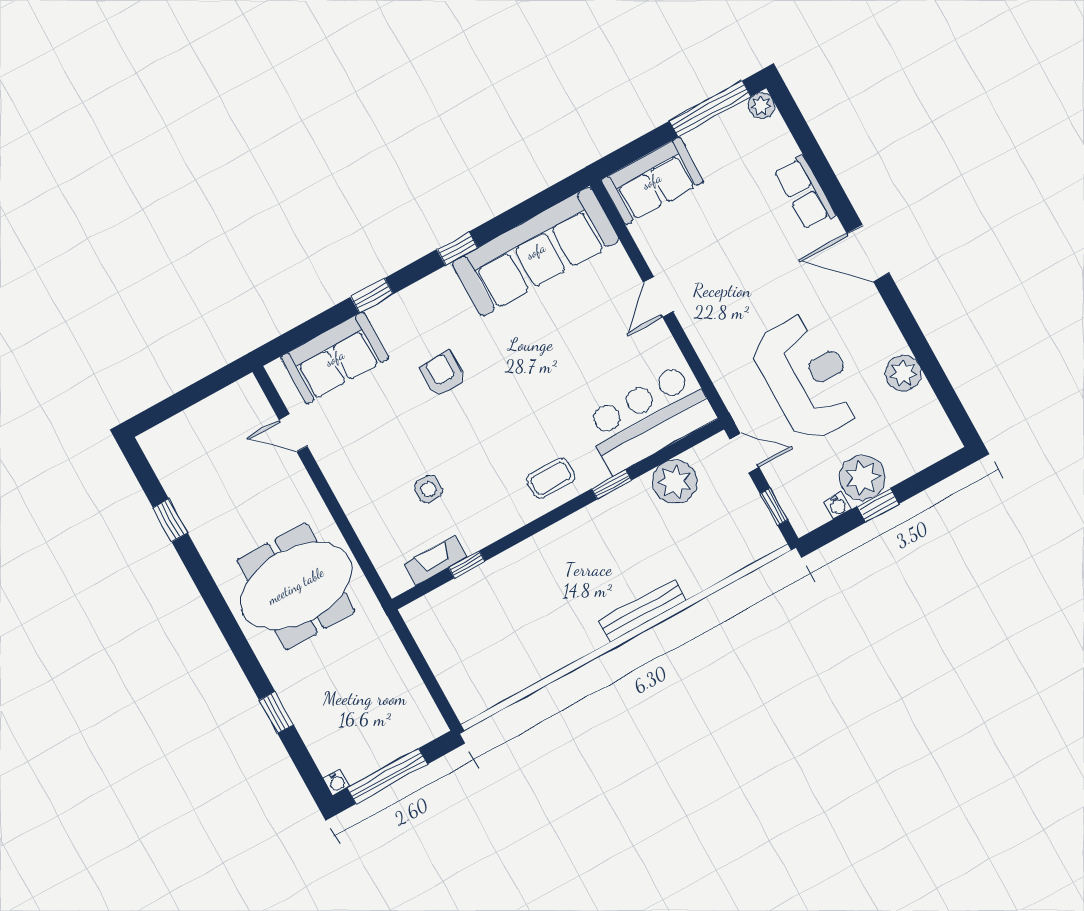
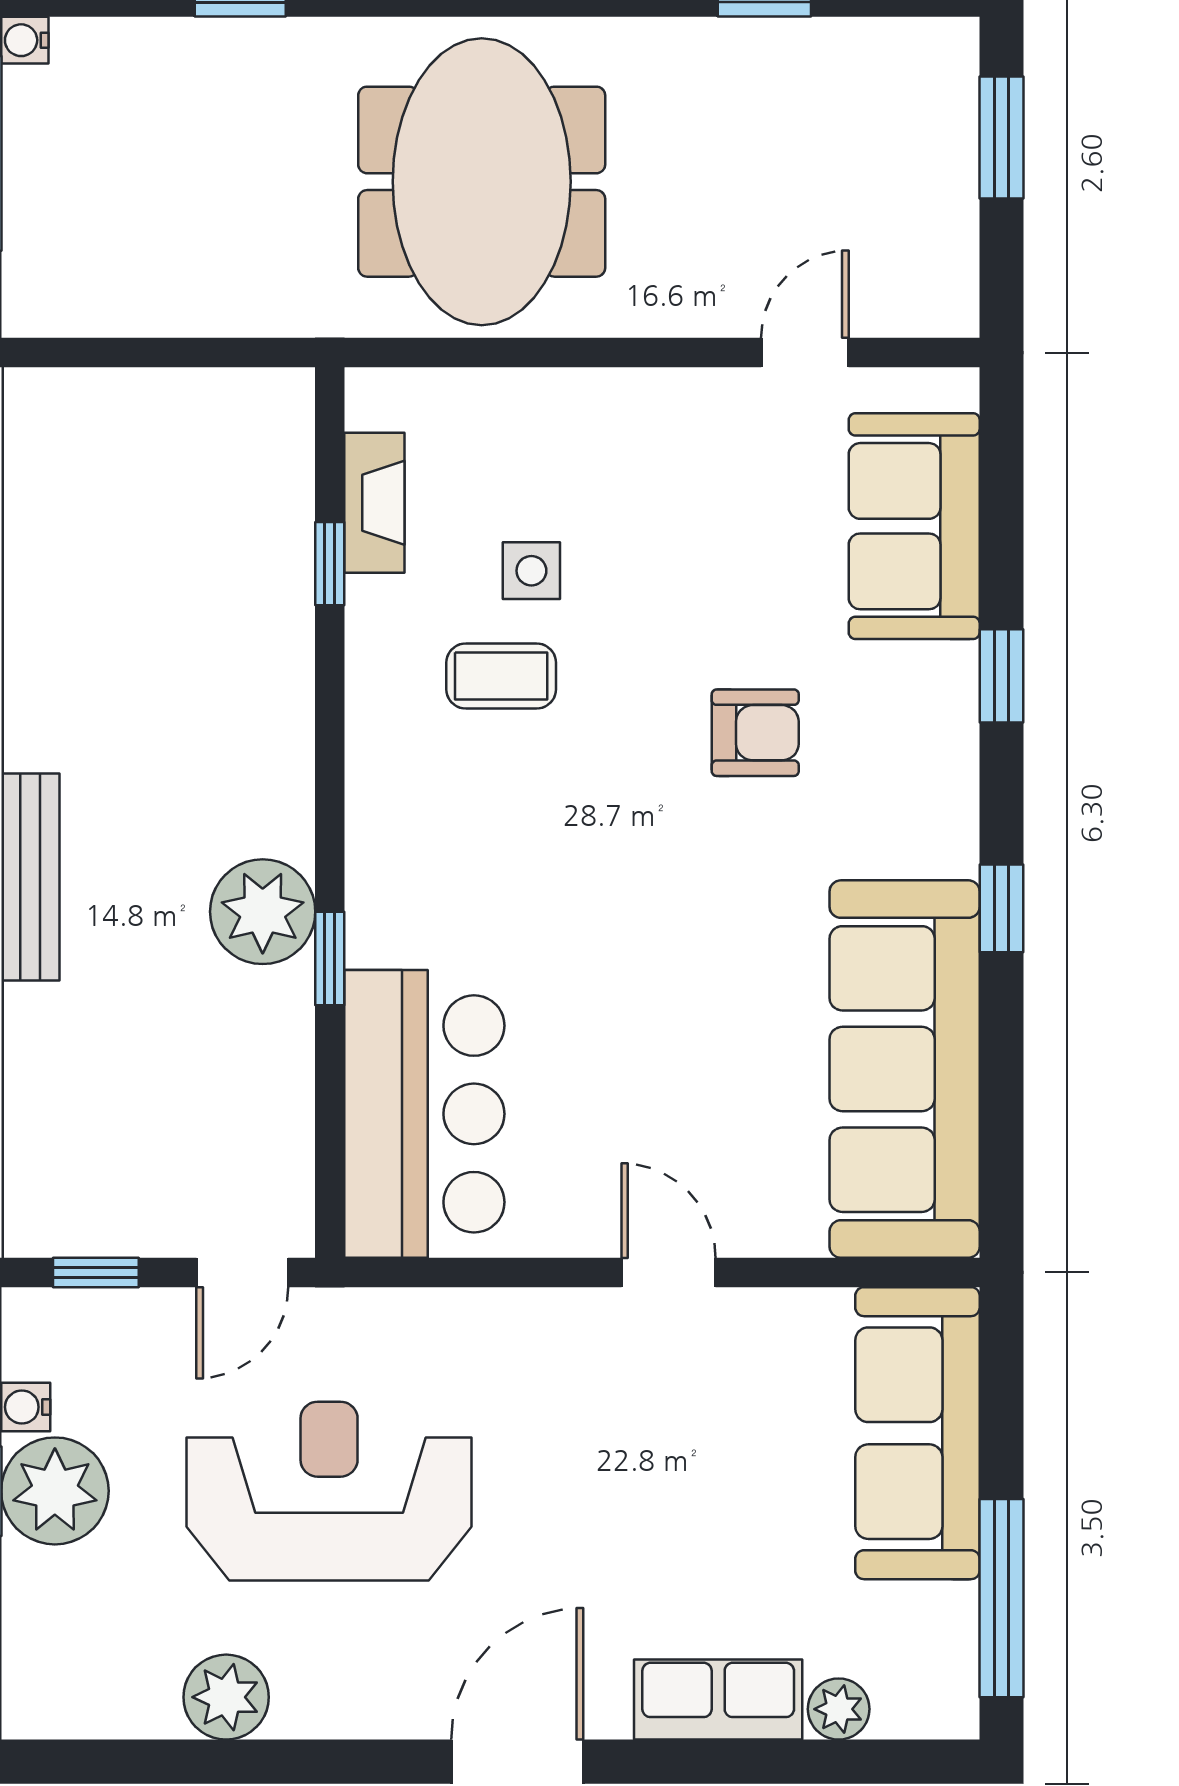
plant: (761, 106) -> (839, 1709), moved
sofa: (652, 181) -> (917, 1433), width x1.36
reception desk: (807, 377) -> (329, 1491), turned 180
window: (175, 404) -> (1001, 137), added
coffee table: (551, 478) -> (501, 676), moved, turned 90
plant: (675, 482) -> (263, 912), moved

